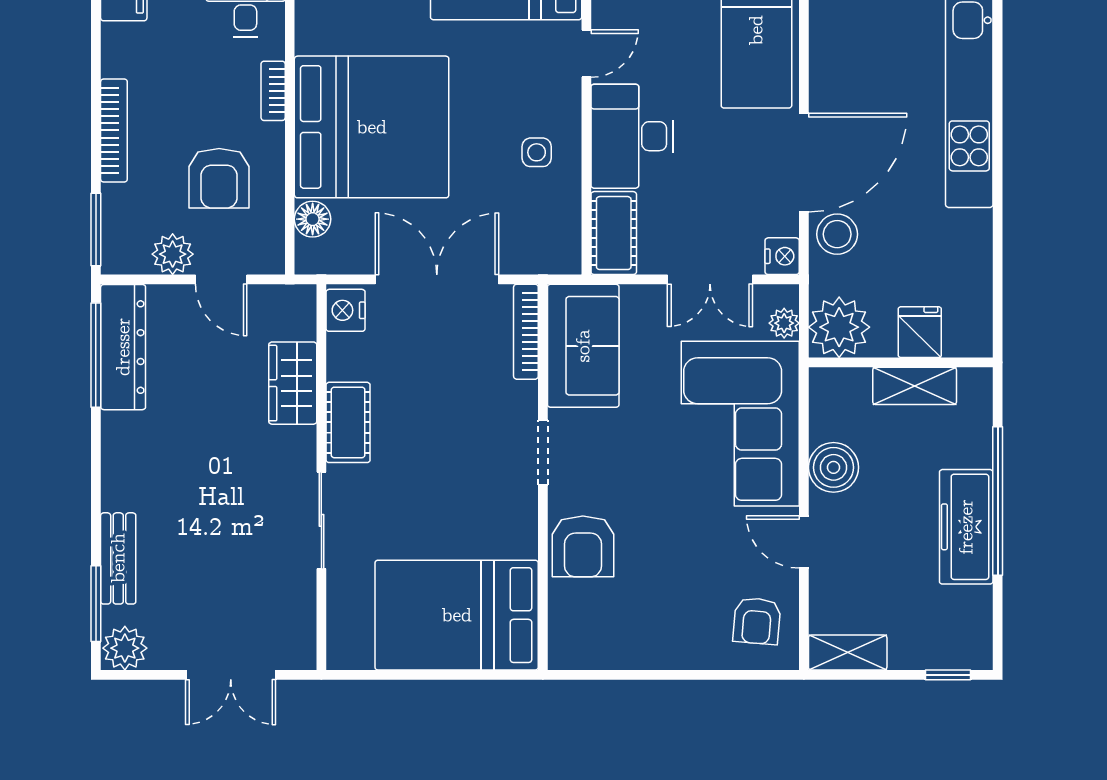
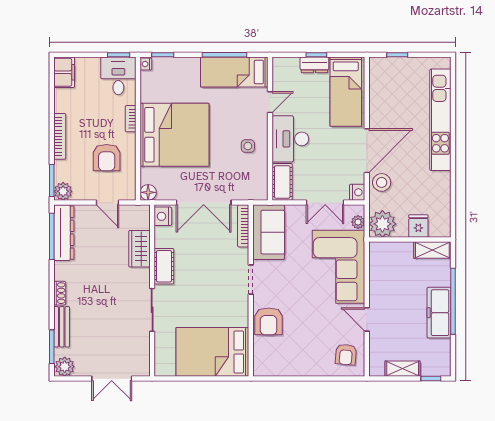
floor lamp: (313, 219) -> (148, 192), moved
plant: (173, 254) -> (63, 191), moved
double door: (437, 279) -> (204, 203), swing flipped
shelving: (915, 386) -> (432, 250), moved
boiler: (834, 467) -> (380, 286), removed
shoe rack: (114, 483) -> (60, 293), added
shelving: (848, 653) -> (403, 369), moved

